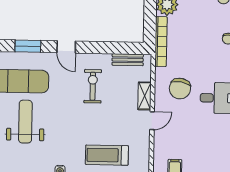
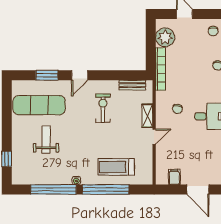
door: (66, 47) -> (80, 75), hinge flipped
chair: (180, 89) -> (177, 109), width x0.54, depth x0.54
weight bench: (25, 122) -> (46, 140), width x0.73, depth x0.75

